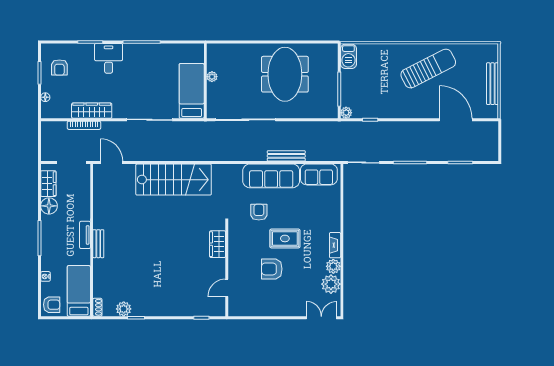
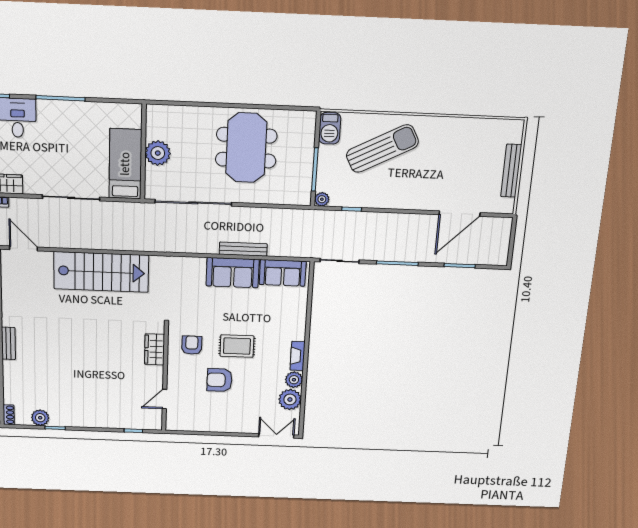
sun lounger: (428, 68) -> (382, 149), moved
plant: (212, 77) -> (158, 153), width x1.88, depth x1.88
door: (456, 120) -> (460, 214), swing flipped
sofa: (271, 176) -> (233, 273), width x0.73
armchair: (259, 212) -> (192, 345), moved

